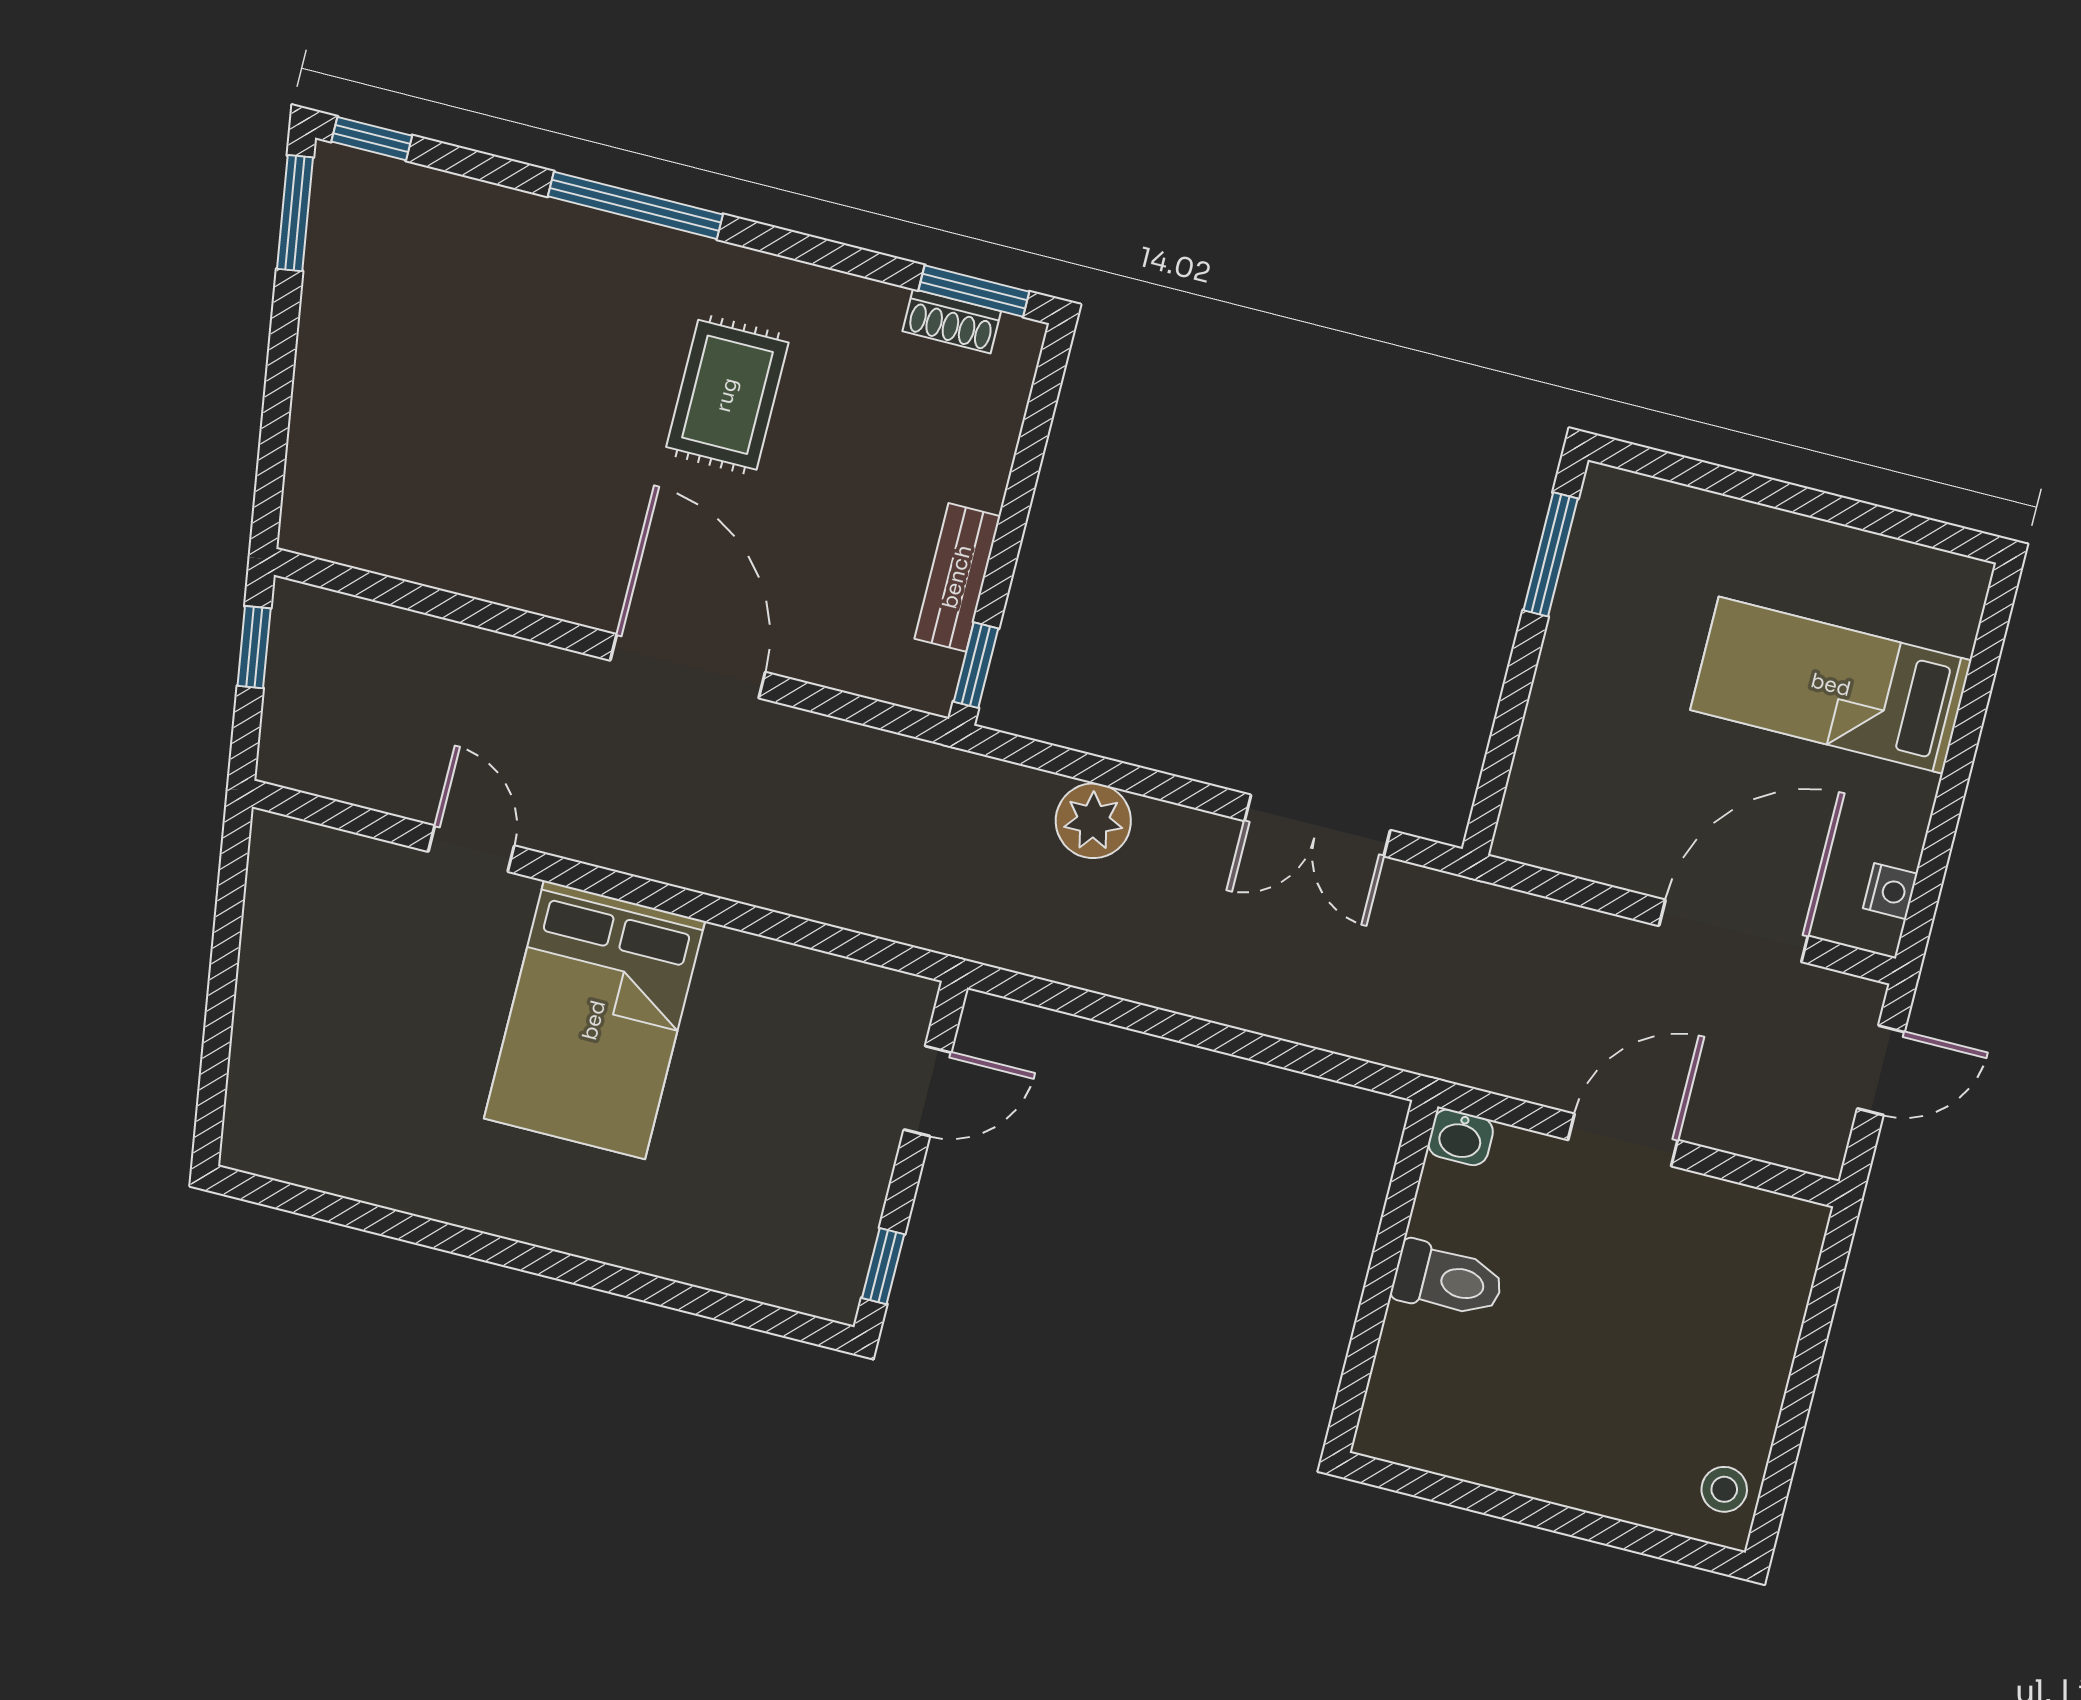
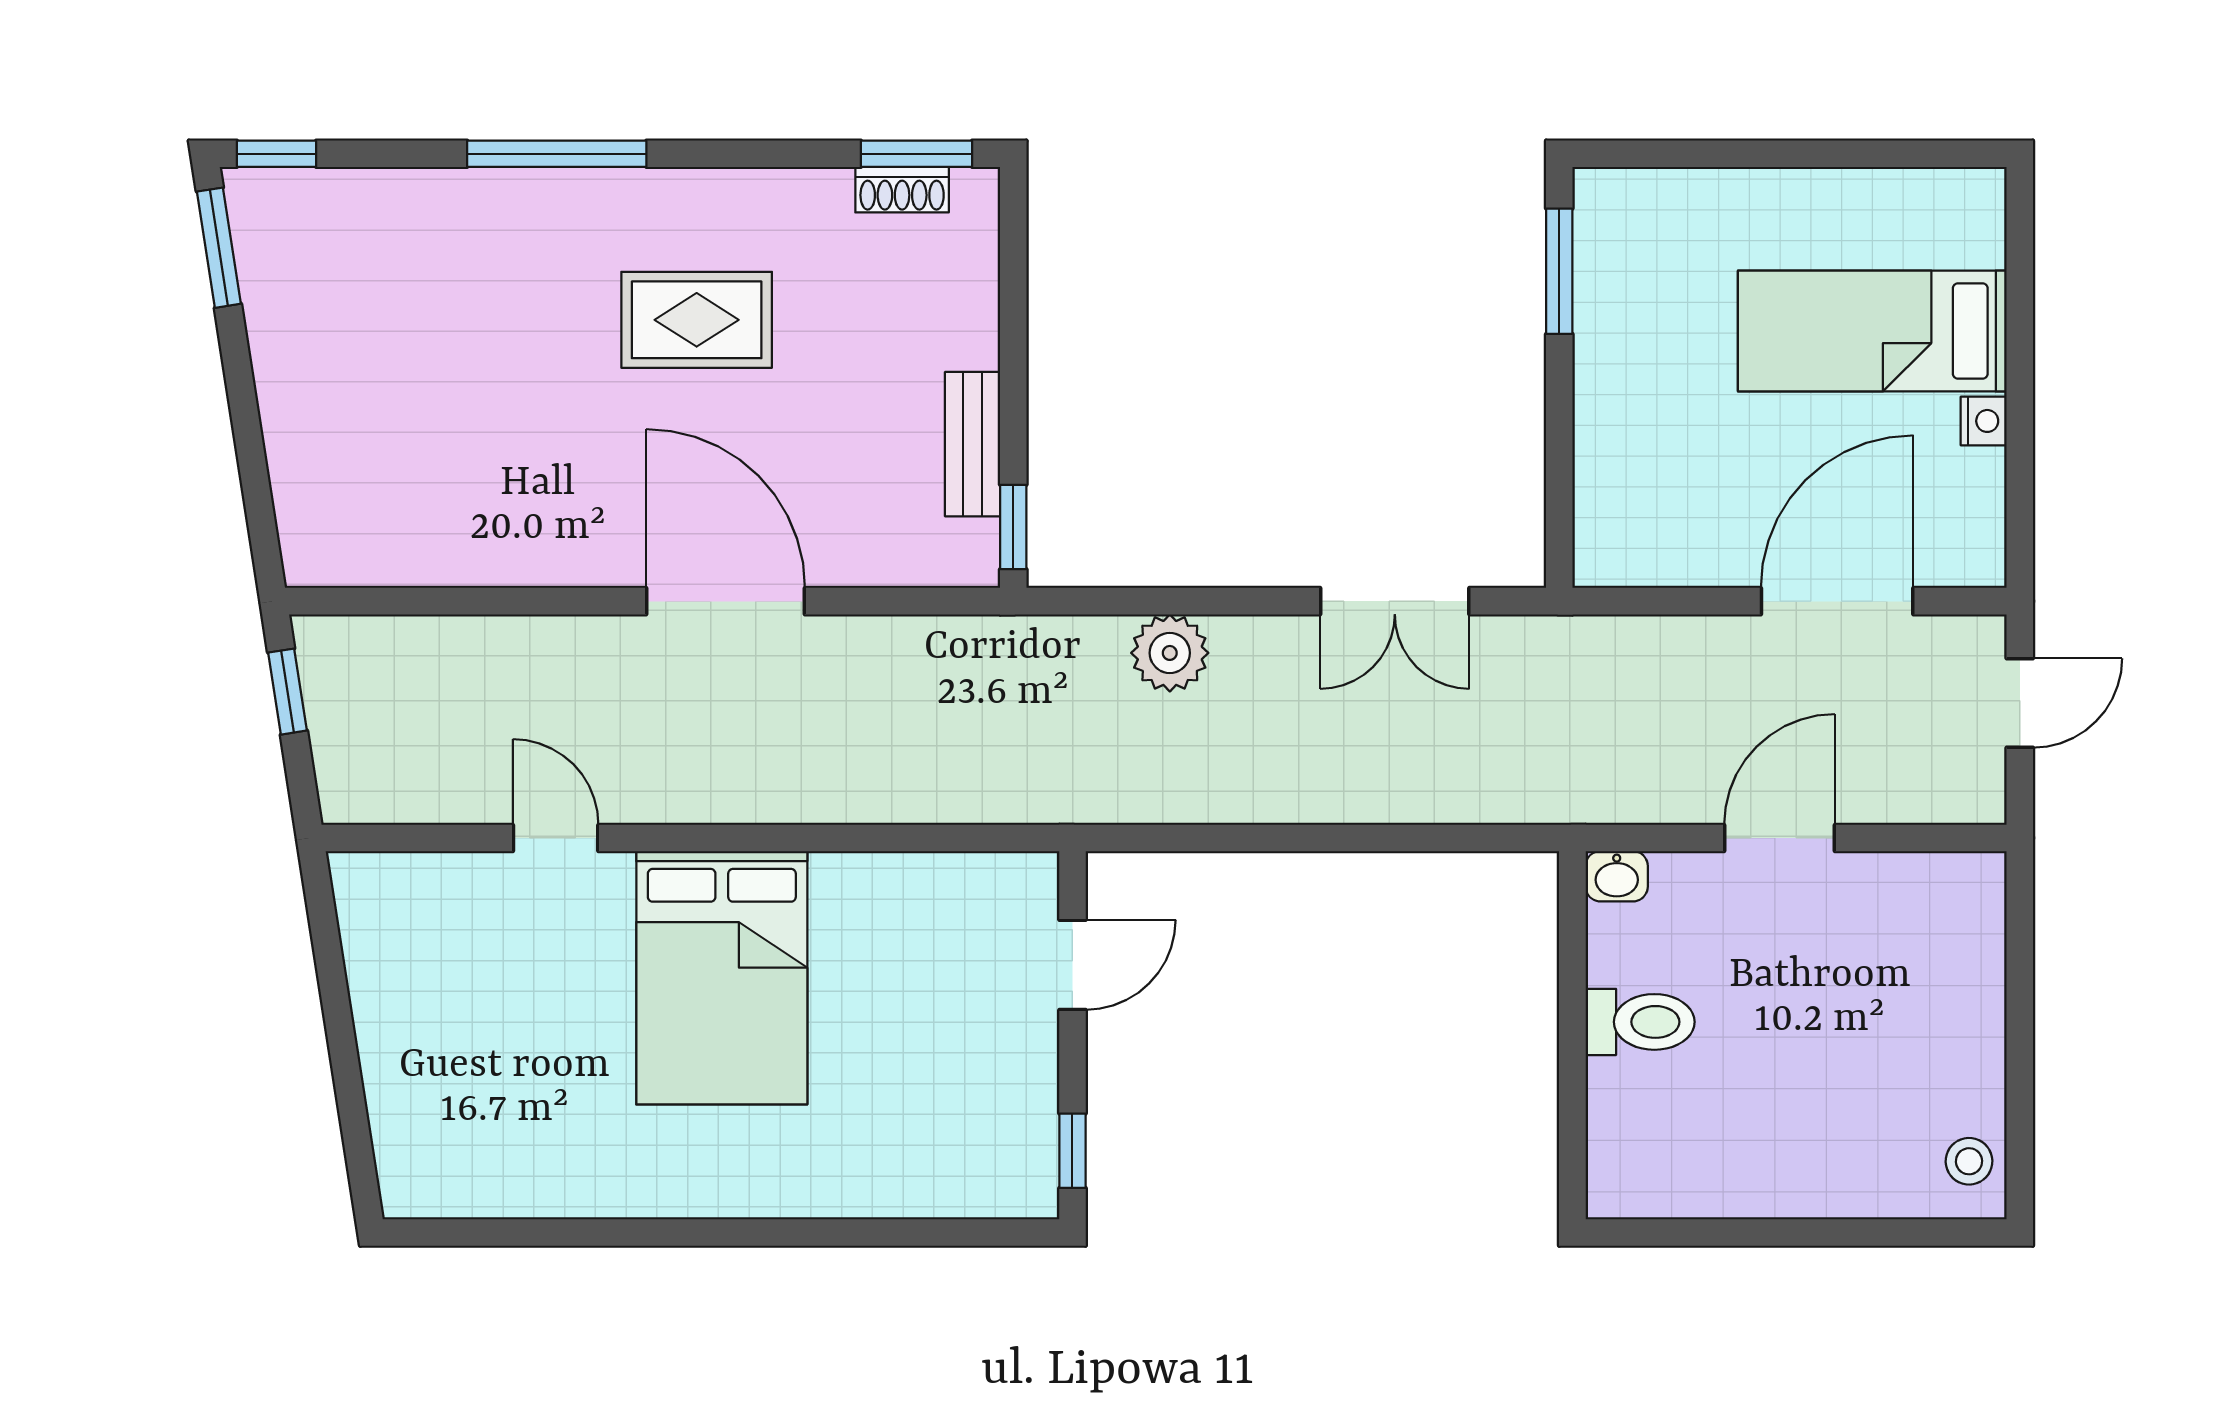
rug: (727, 395) -> (697, 320), turned 90
nightstand: (1890, 891) -> (1984, 421), moved

